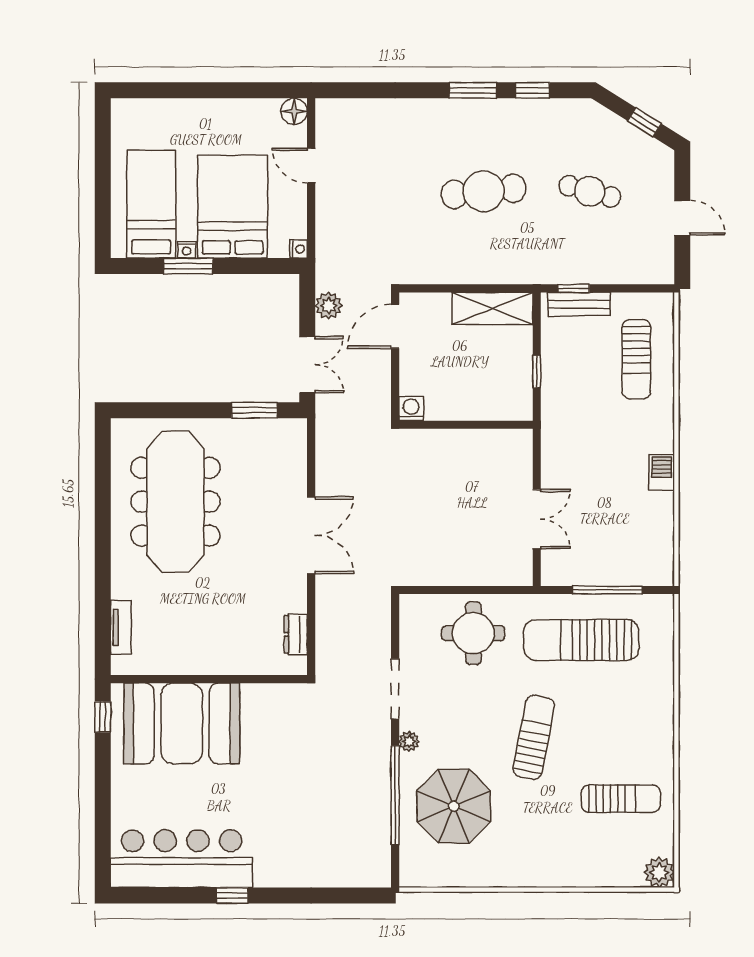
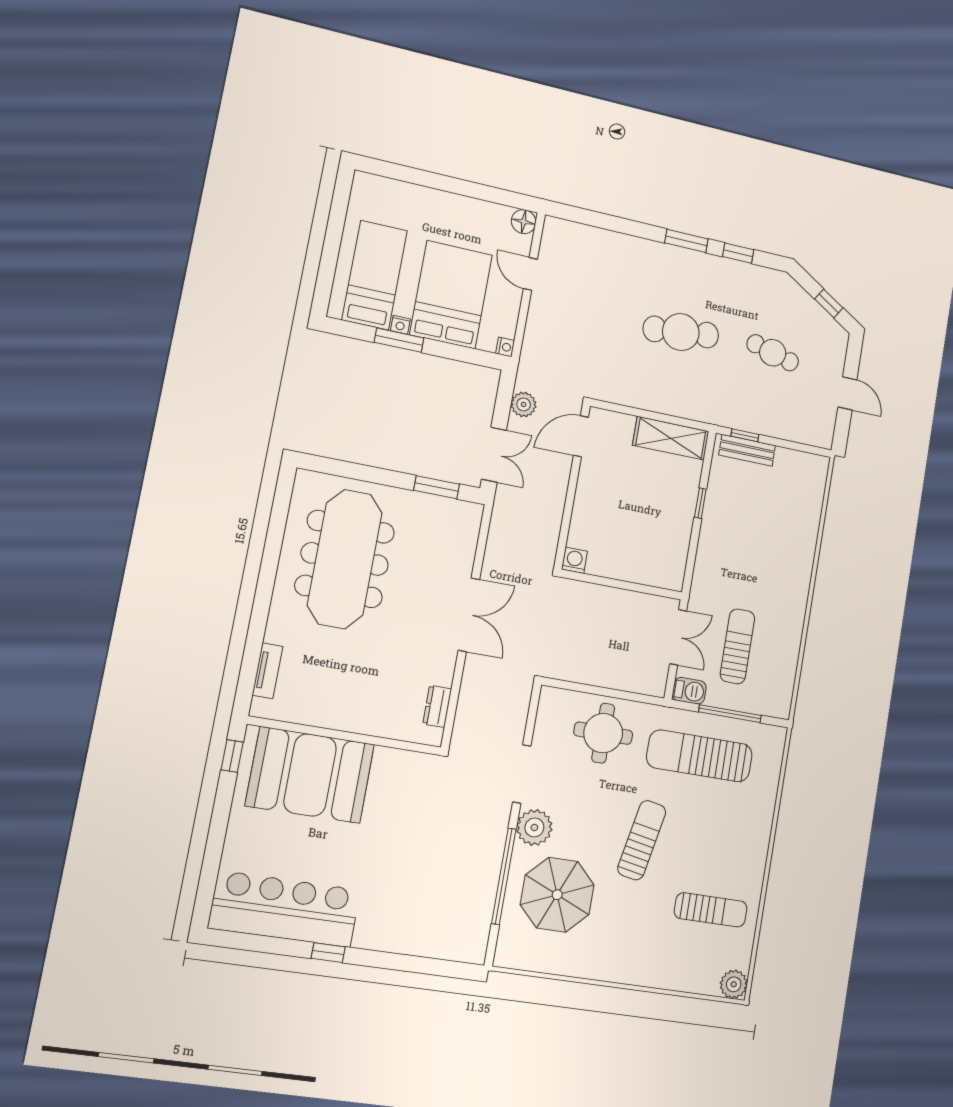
sun lounger: (636, 359) -> (737, 646), moved, turned 180
washing machine: (411, 409) -> (574, 560), moved
wall: (466, 425) -> (622, 585), moved
barbecue: (662, 472) -> (689, 691), moved, turned 90
plant: (409, 741) -> (534, 827), width x1.88, depth x1.88

